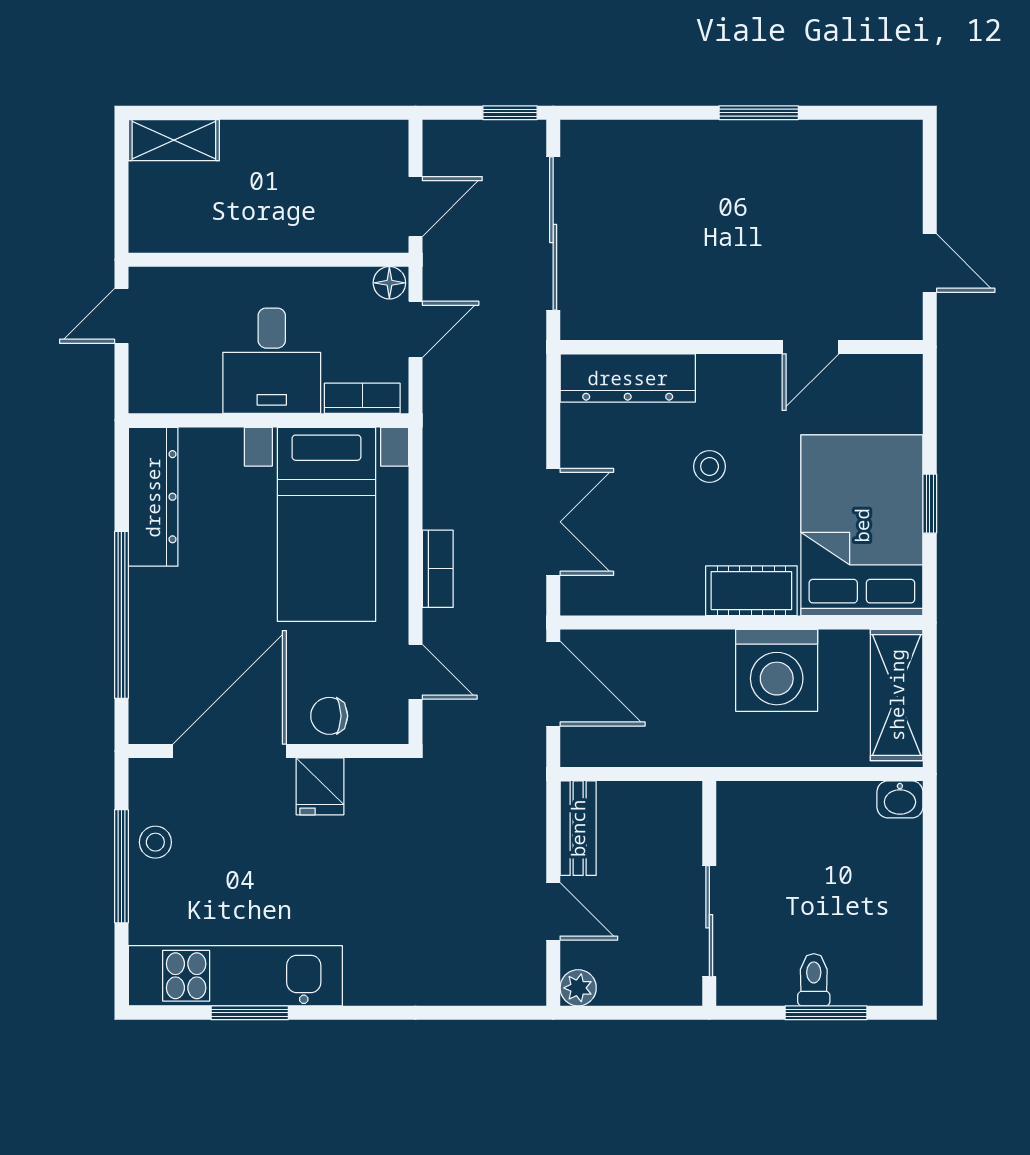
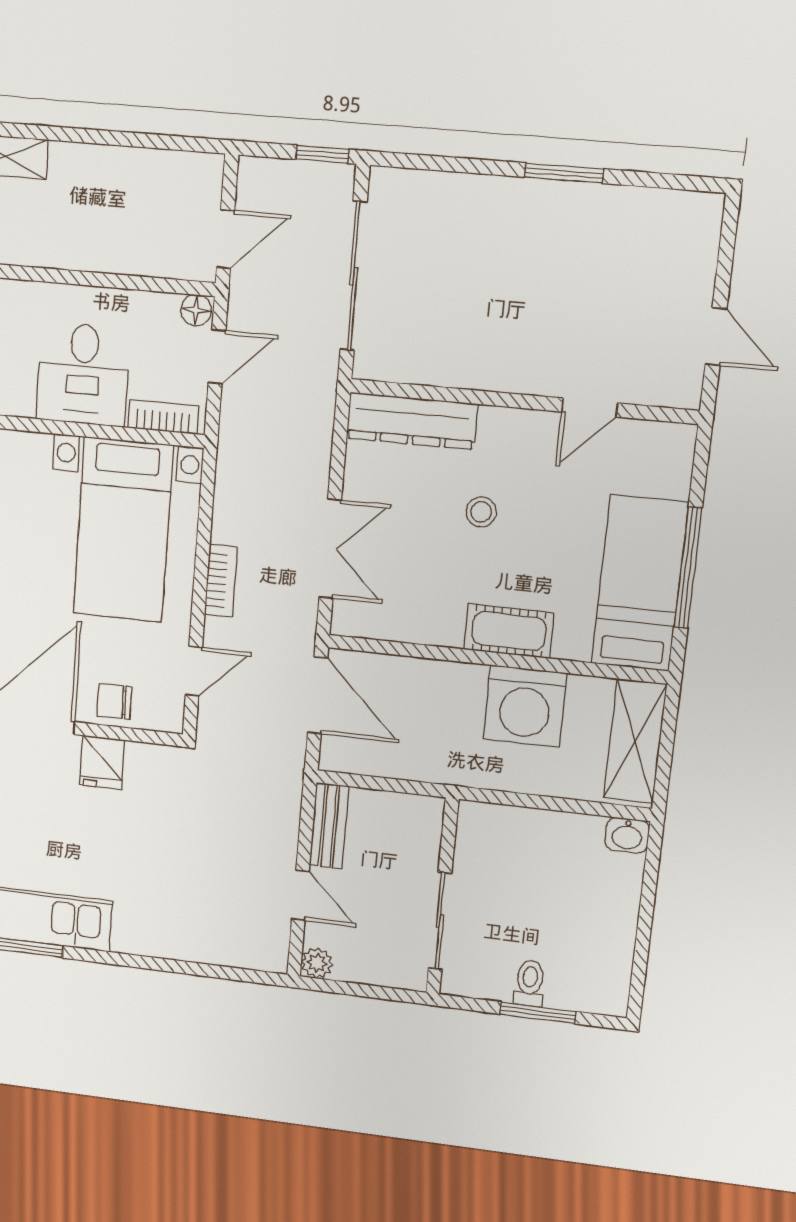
window: (930, 504) -> (688, 568), width x2.17
bed: (862, 525) -> (640, 583), width x0.67
door: (415, 672) -> (194, 671), hinge flipped

